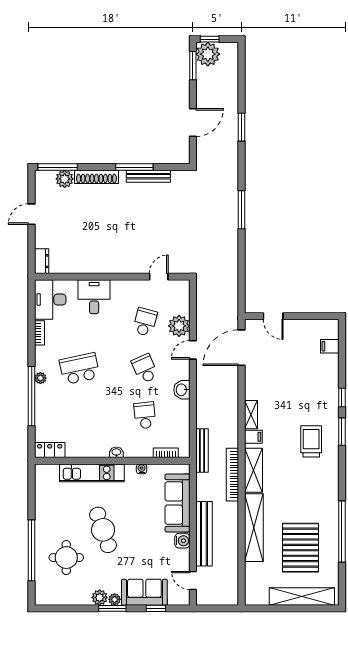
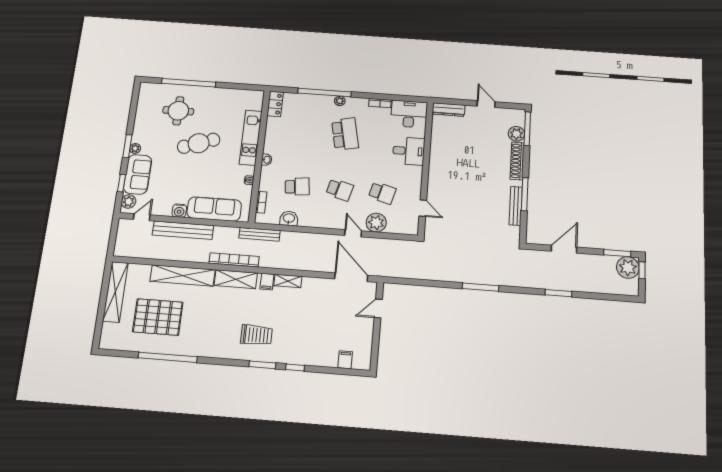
door: (193, 123) -> (564, 249), swing flipped
dresser: (42, 261) -> (449, 110), width x1.44
school desk: (145, 369) -> (340, 190), turned 39
washbasin: (182, 390) -> (289, 218), moved
shelving: (302, 596) -> (115, 292), moved
plant: (100, 597) -> (129, 202), moved

